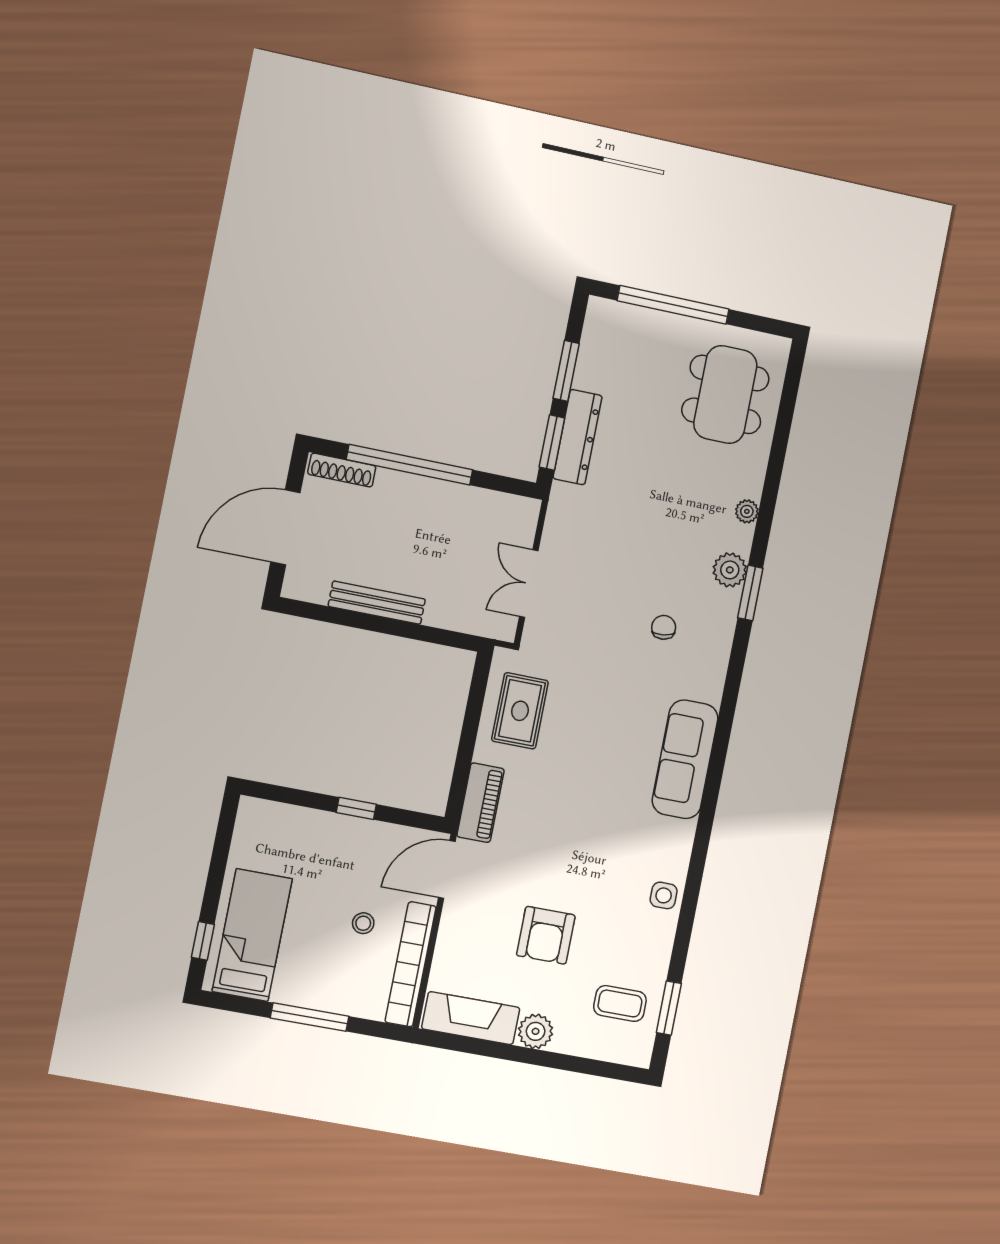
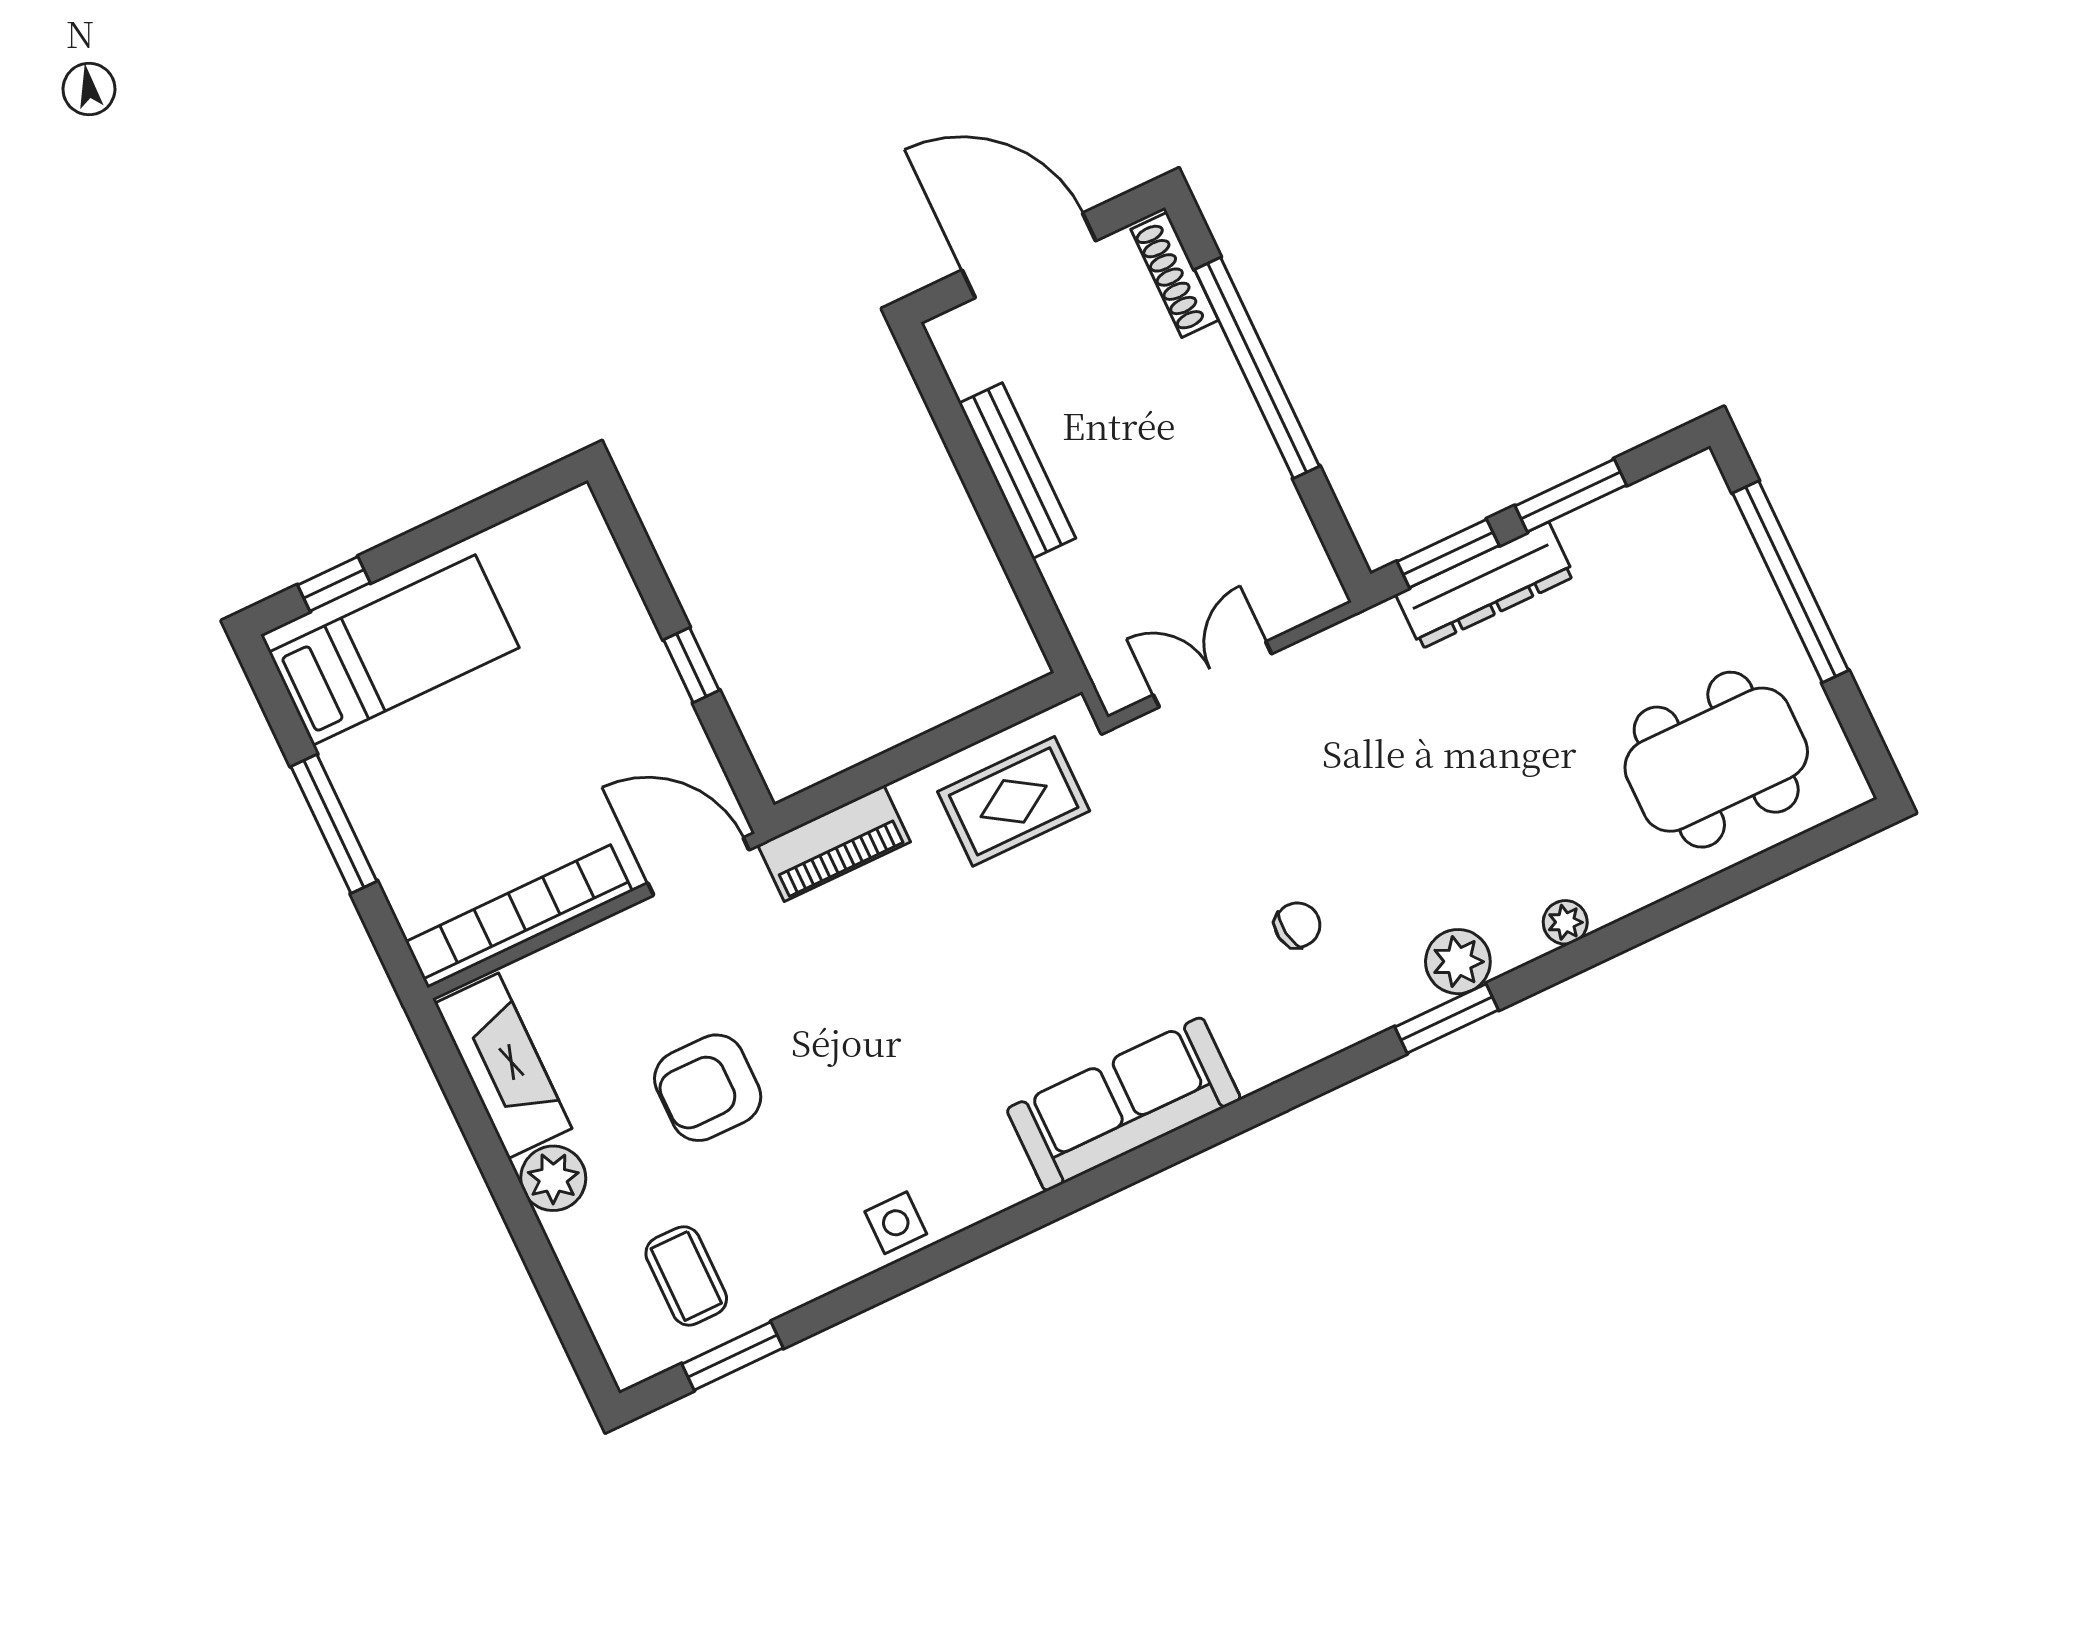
stool: (363, 923) -> (529, 801), removed

